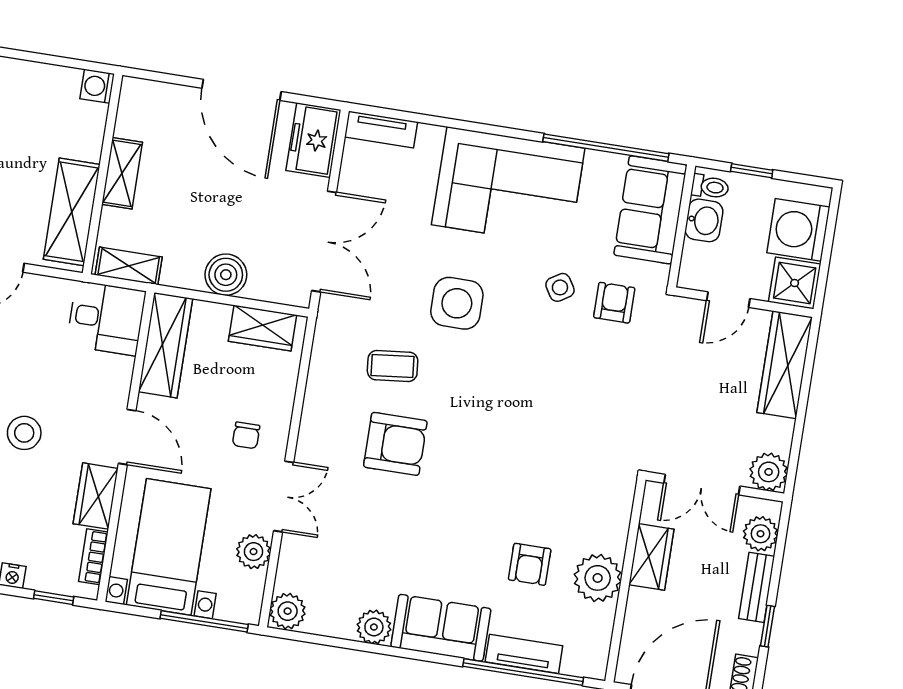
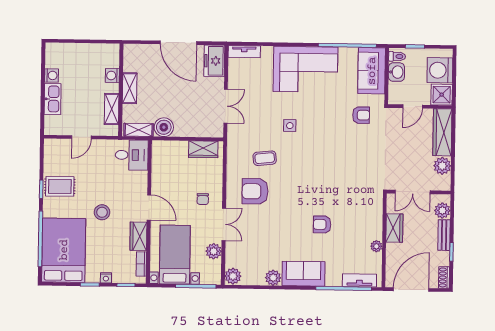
washing machine: (97, 86) -> (112, 76), moved
shelving: (72, 212) -> (112, 109), width x0.67, depth x0.75
double door: (324, 241) -> (226, 106), width x0.73
boiler: (226, 275) -> (164, 127), moved
side table: (560, 287) -> (336, 112), removed
side table: (457, 303) -> (290, 126), width x0.54, depth x0.54
armchair: (614, 303) -> (361, 115), turned 90
wardrobe: (165, 345) -> (160, 163), removed
armchair: (395, 444) -> (255, 191), moved, turned 180
plant: (769, 472) -> (442, 166), moved
armchair: (530, 564) -> (322, 224), moved, turned 90
plant: (598, 578) -> (376, 246), width x0.53, depth x0.53
tv unit: (524, 654) -> (359, 280), moved

